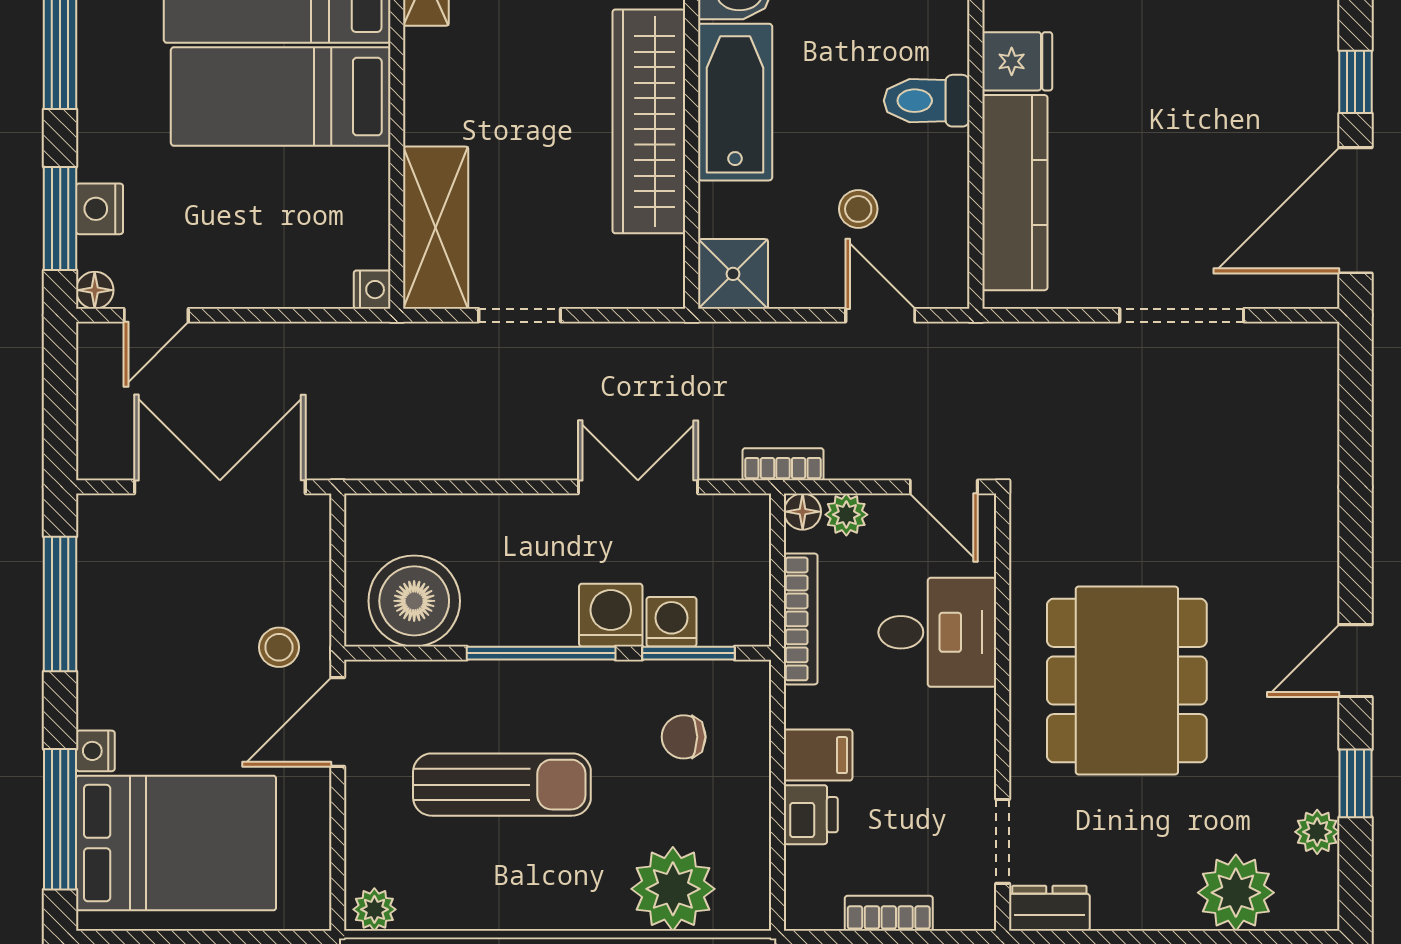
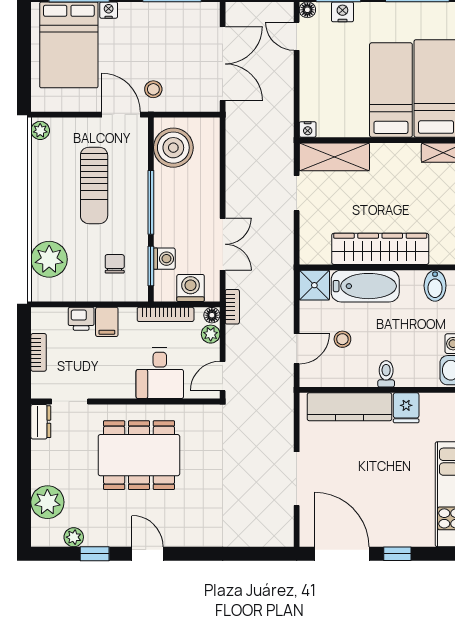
toilet: (927, 101) -> (386, 374), width x0.73, depth x0.72
bathtub: (735, 102) -> (365, 286), moved
washing machine: (611, 615) -> (191, 288), moved, turned -90

